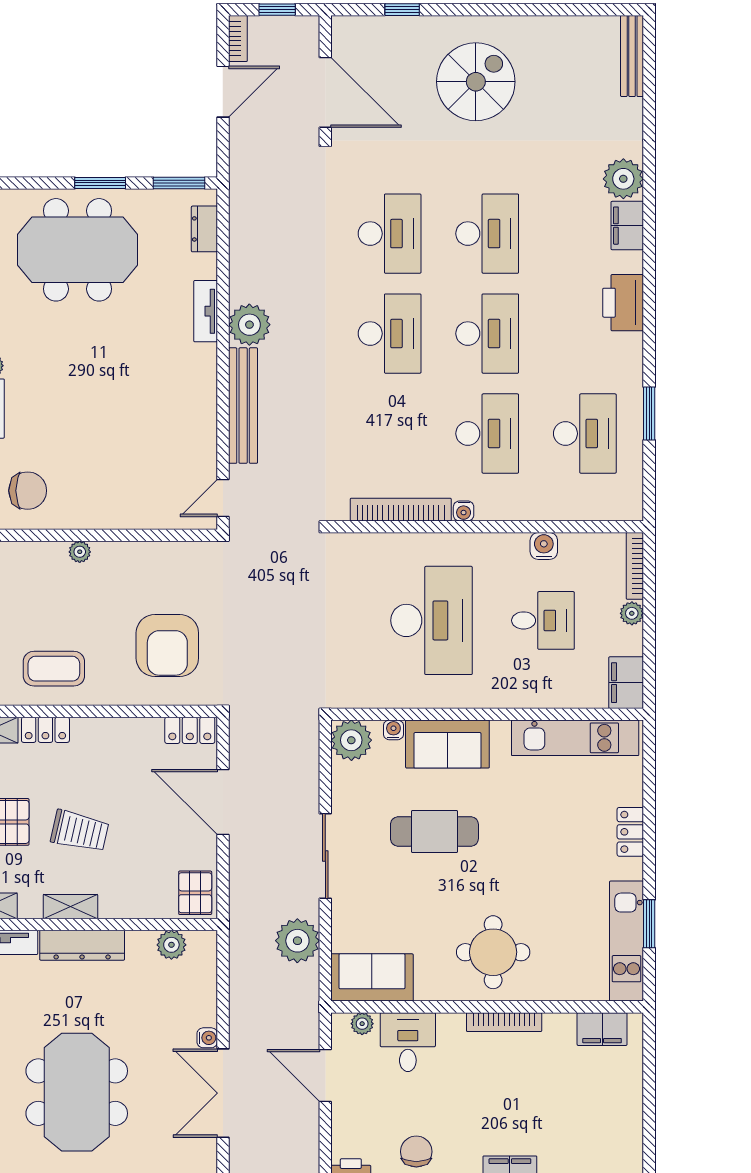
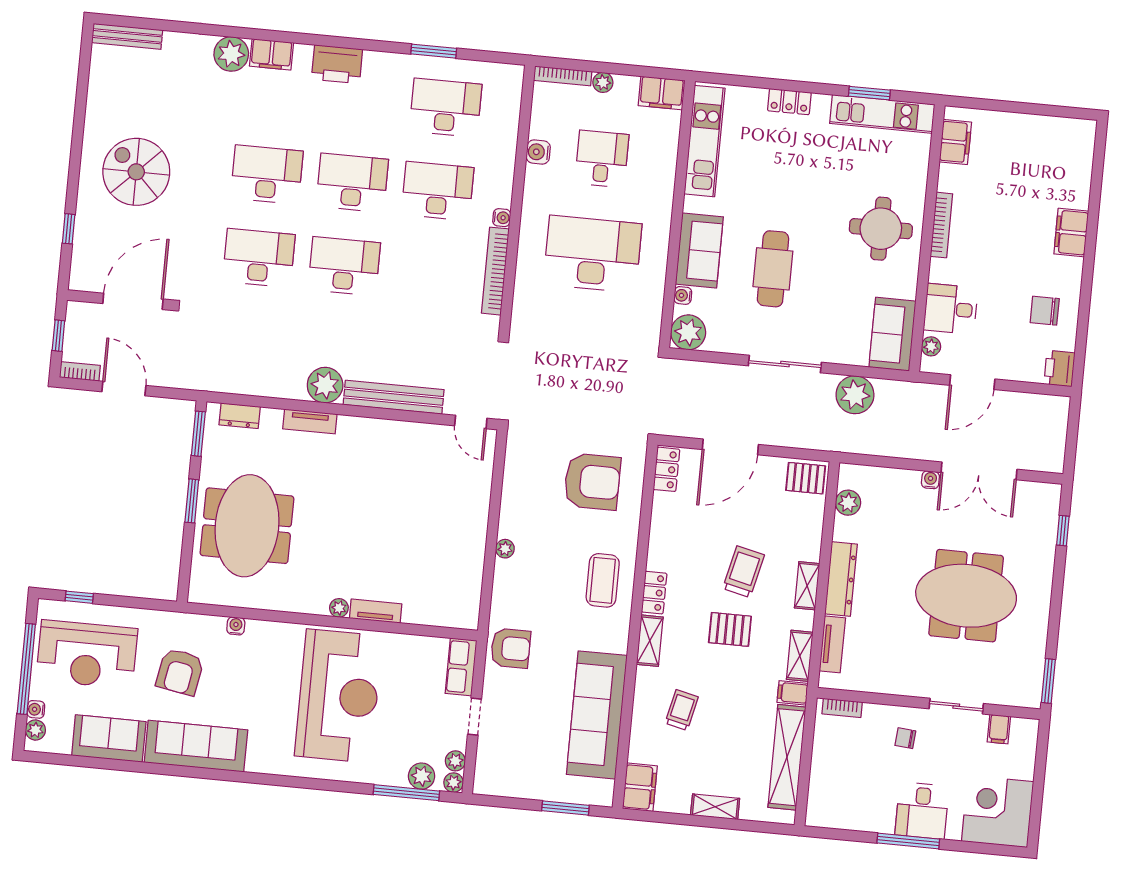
chair: (28, 491) -> (448, 588), removed

